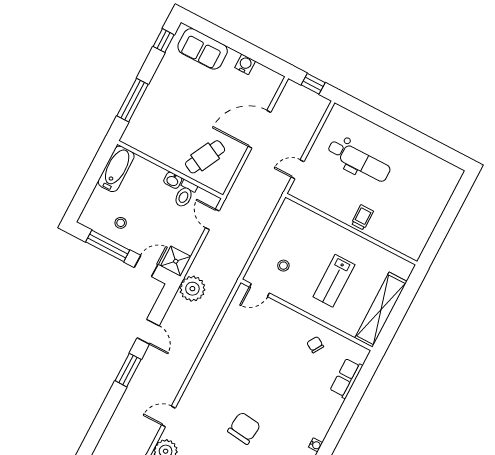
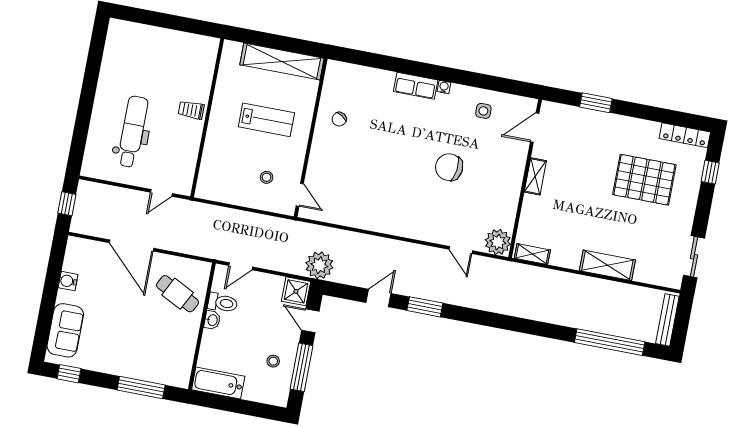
door: (298, 169) -> (161, 193), hinge flipped
row of seats: (346, 378) -> (416, 86), moved

